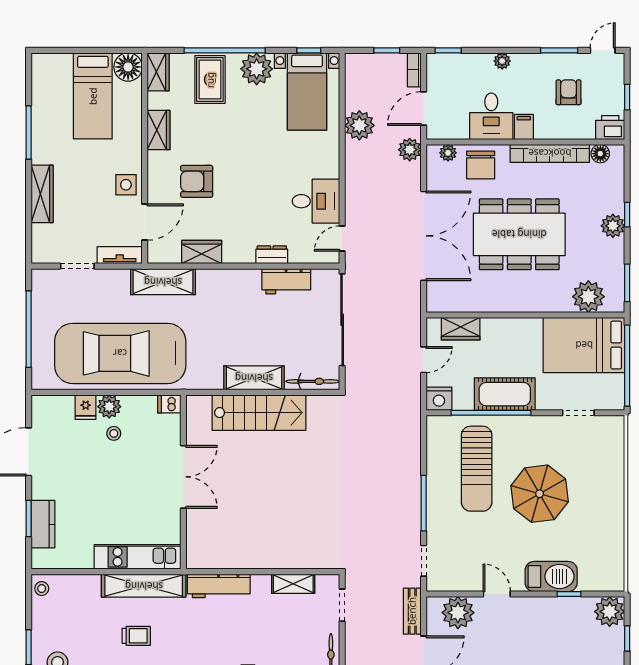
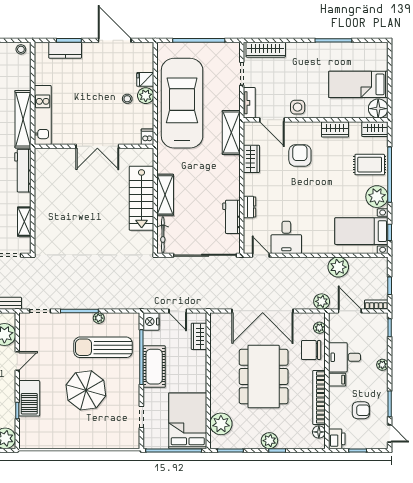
wardrobe: (42, 194) -> (266, 50), moved
plant: (434, 475) -> (99, 318), added

